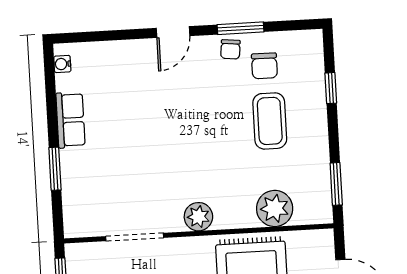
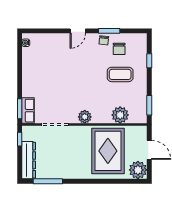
row of seats: (70, 120) -> (28, 111), moved
coffee table: (270, 121) -> (120, 74), turned 90
window: (55, 169) -> (20, 109), moved

